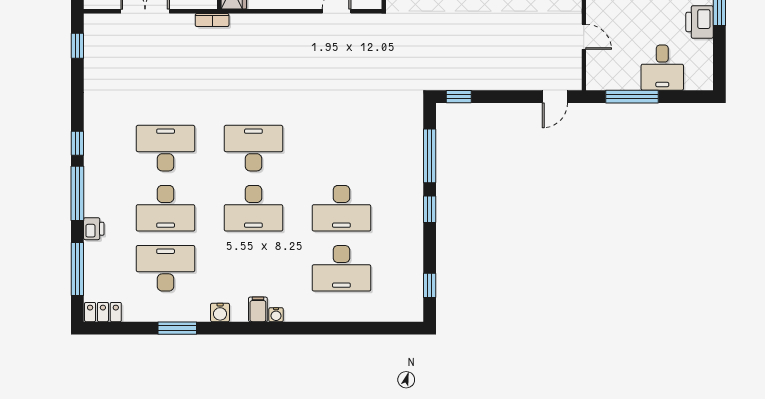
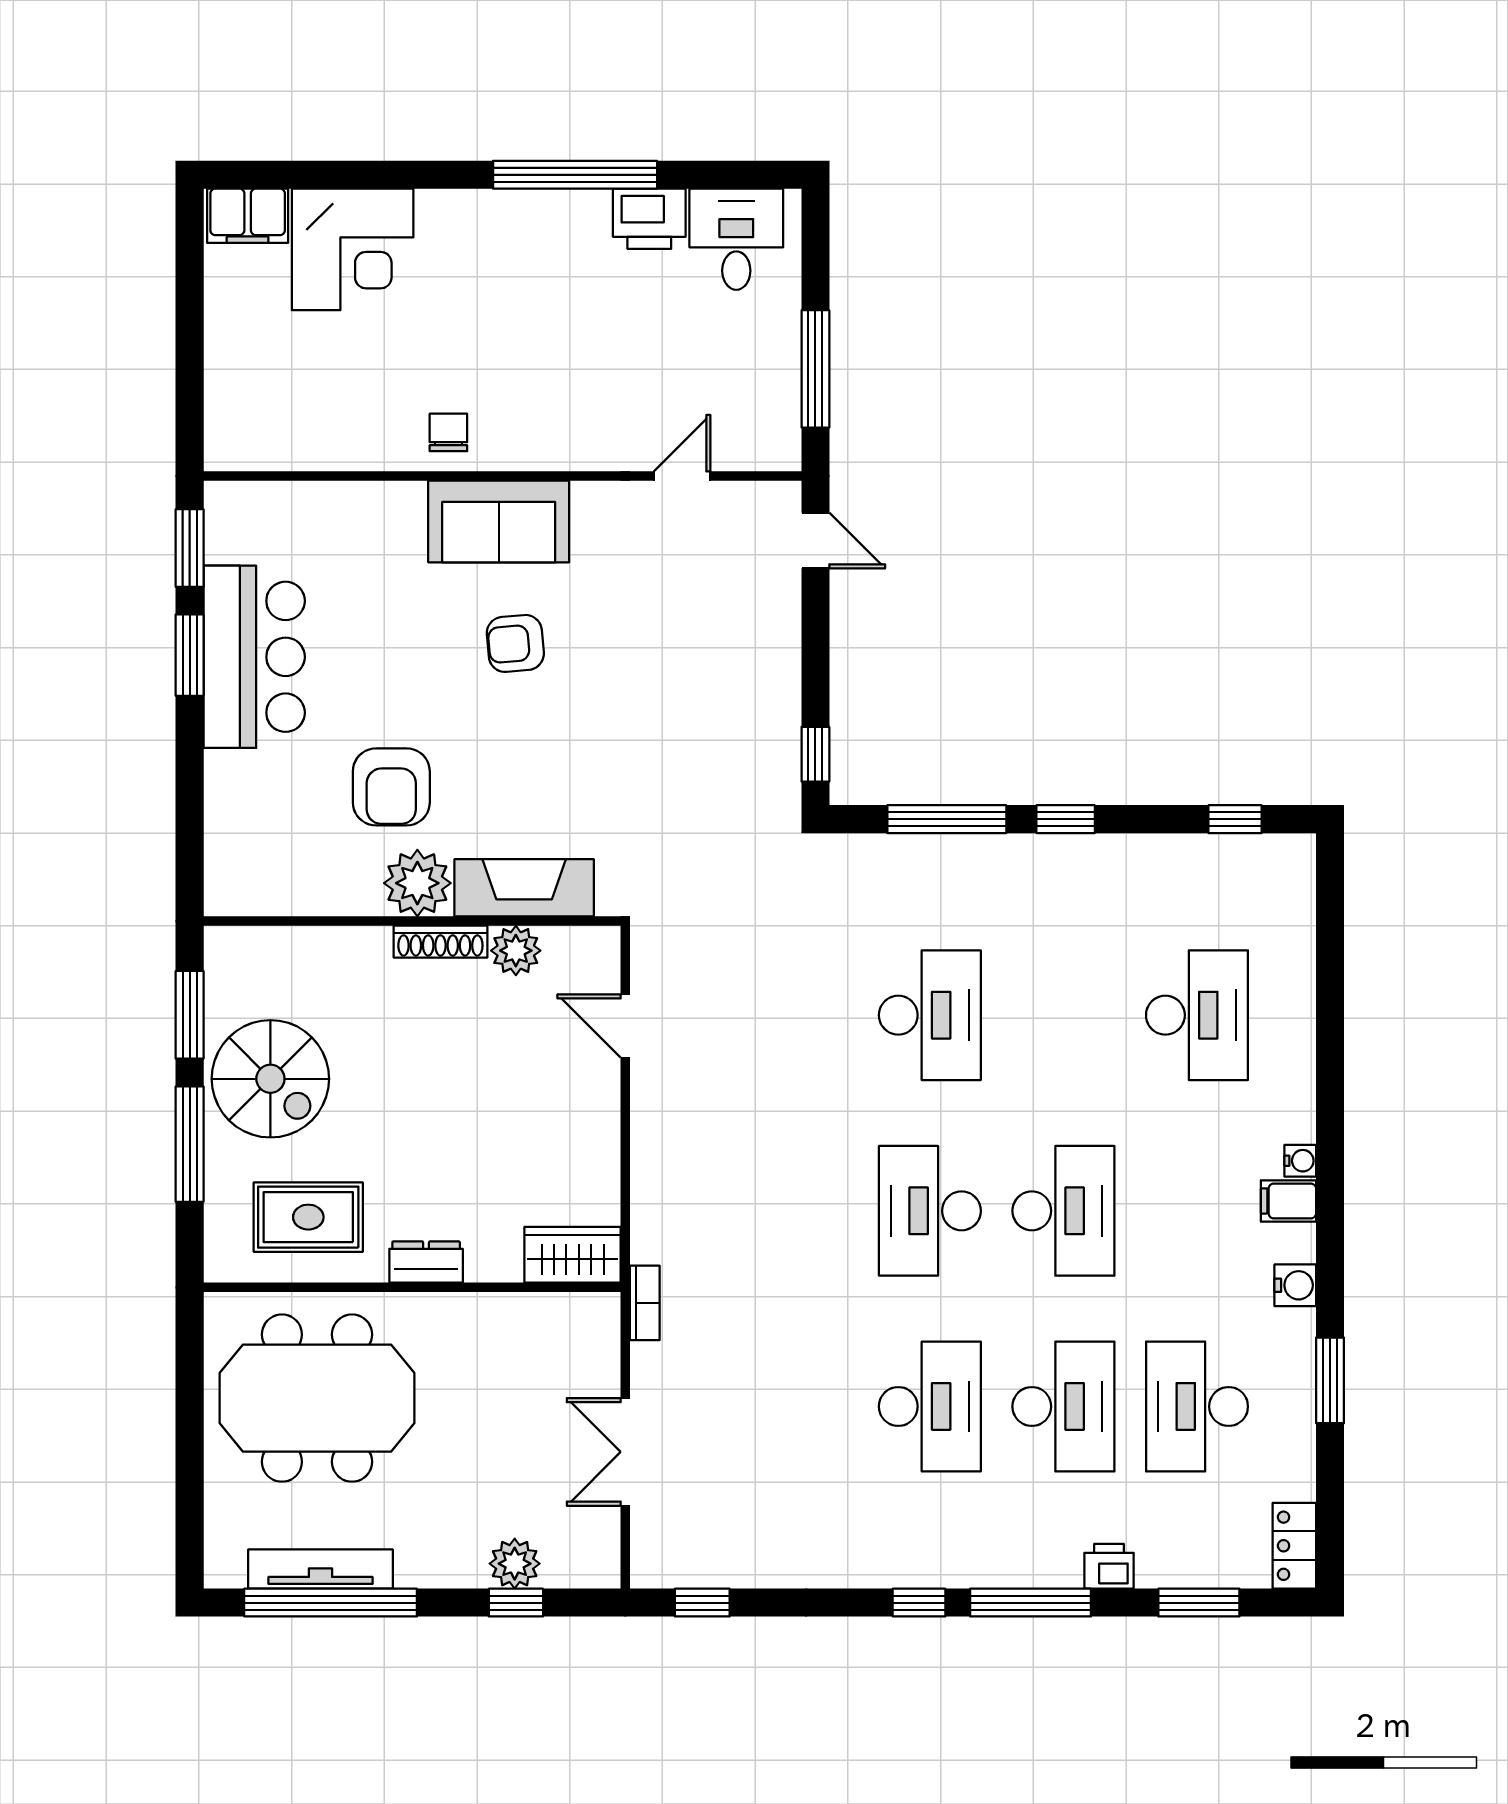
desk: (662, 68) -> (736, 239), moved, turned -90
desk: (166, 148) -> (930, 1406), turned 180
desk: (341, 208) -> (930, 1015), moved
window: (77, 269) -> (1199, 1603), width x0.69

